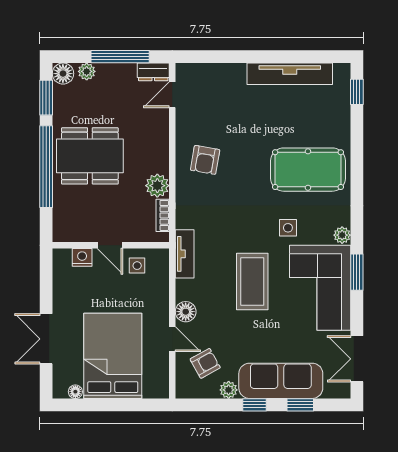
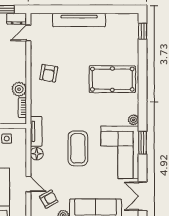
tv unit: (290, 74) -> (79, 20), moved
side table: (288, 228) -> (100, 115), removed
floor lamp: (186, 312) -> (37, 154), moved

